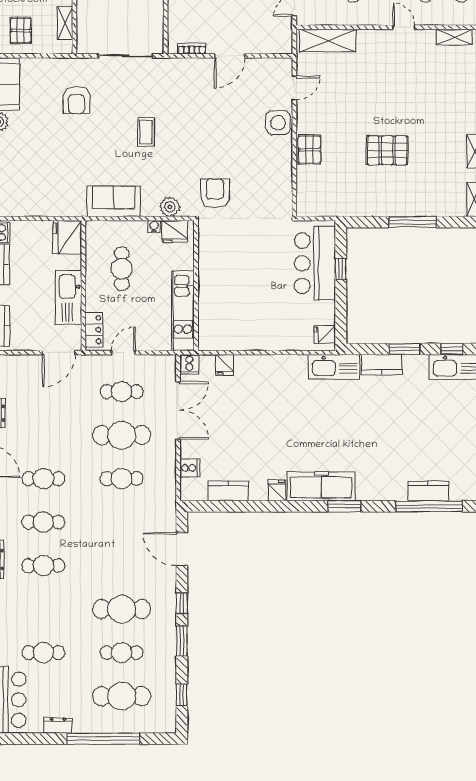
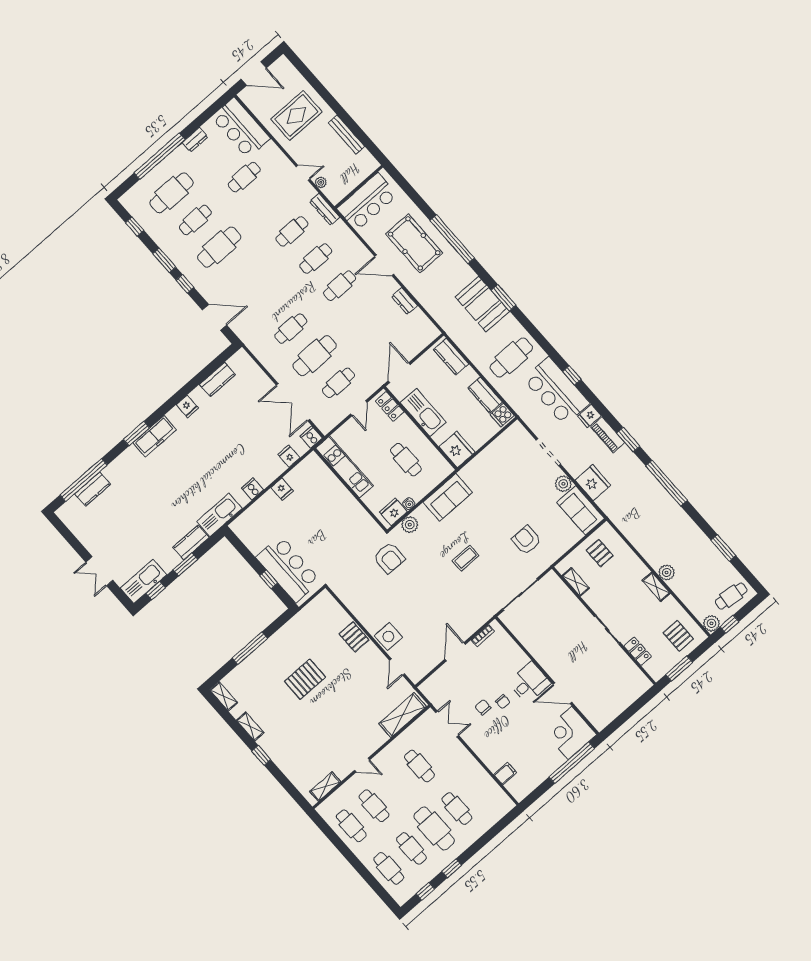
coffee table: (146, 132) -> (466, 558), turned 90
fridge: (325, 334) -> (282, 489), moved, turned 90
cooker: (190, 468) -> (252, 489), moved, turned 90
freezer: (321, 486) -> (155, 436), width x0.73, depth x0.79

